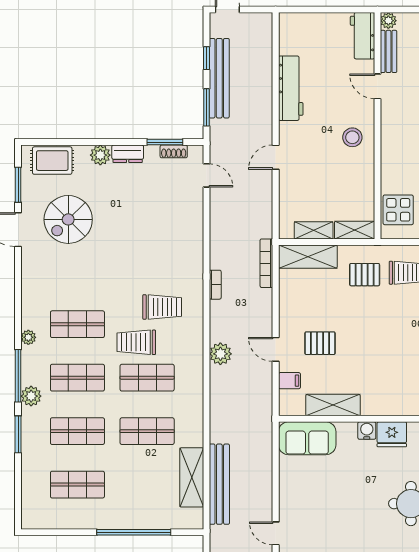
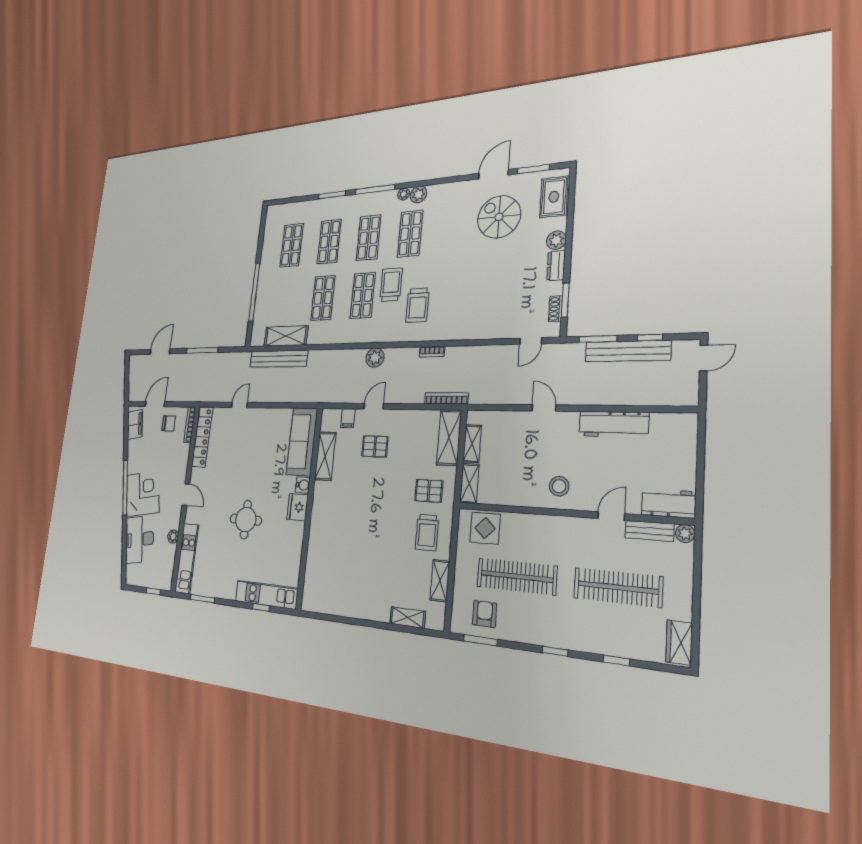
pallet: (365, 275) -> (429, 491), turned 90
pallet: (320, 343) -> (375, 446), turned 90
plant: (31, 396) -> (418, 194), moved
sofa: (307, 438) -> (302, 442), width x1.36

